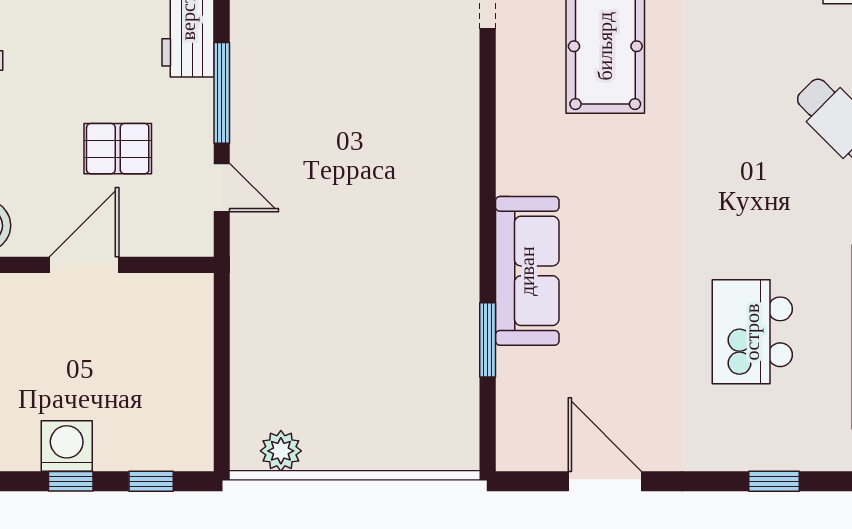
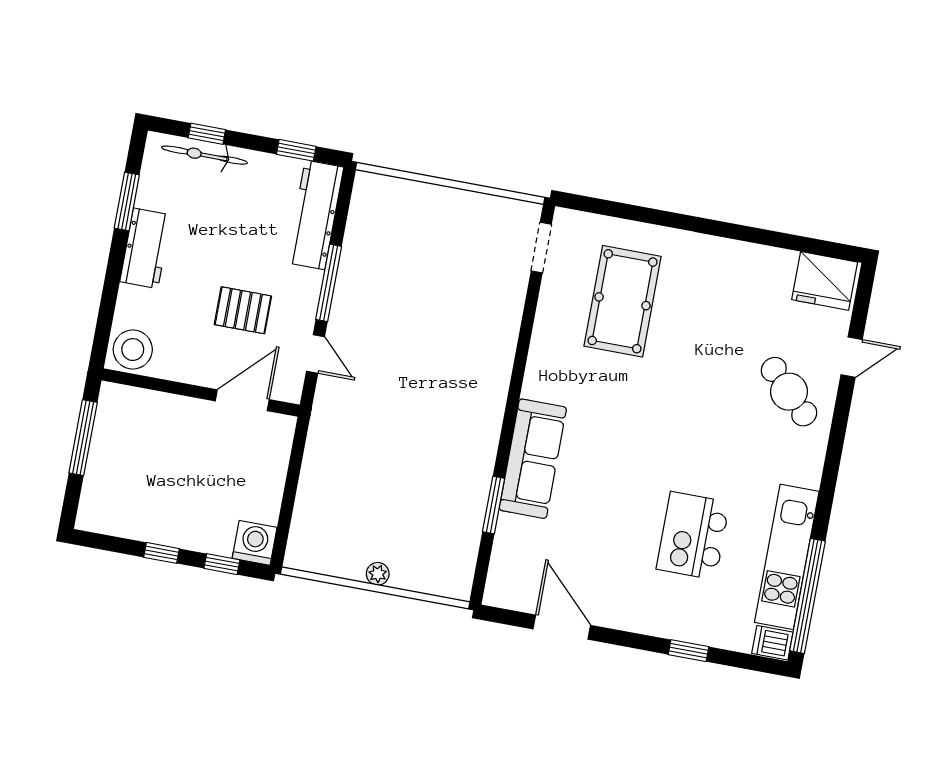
door: (84, 265) -> (242, 400), moved
washing machine: (67, 446) -> (255, 543), moved
plant: (281, 451) -> (378, 574), moved, width x0.73, depth x0.73

